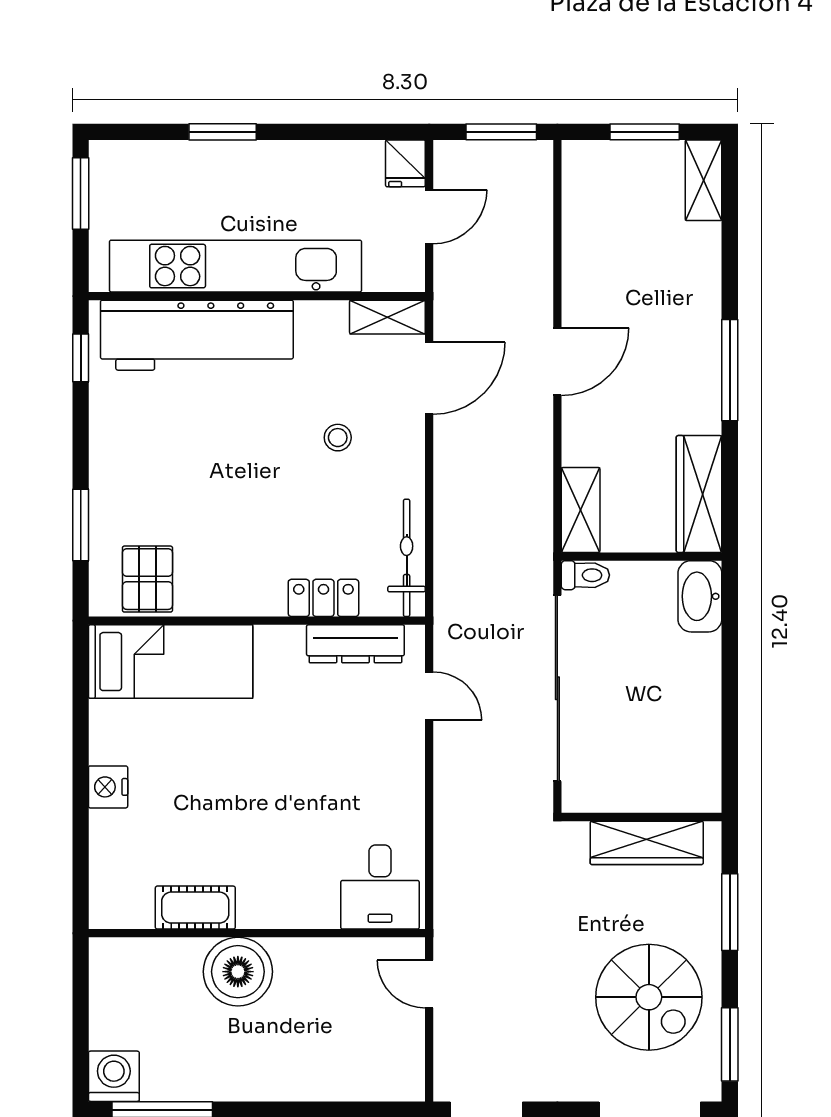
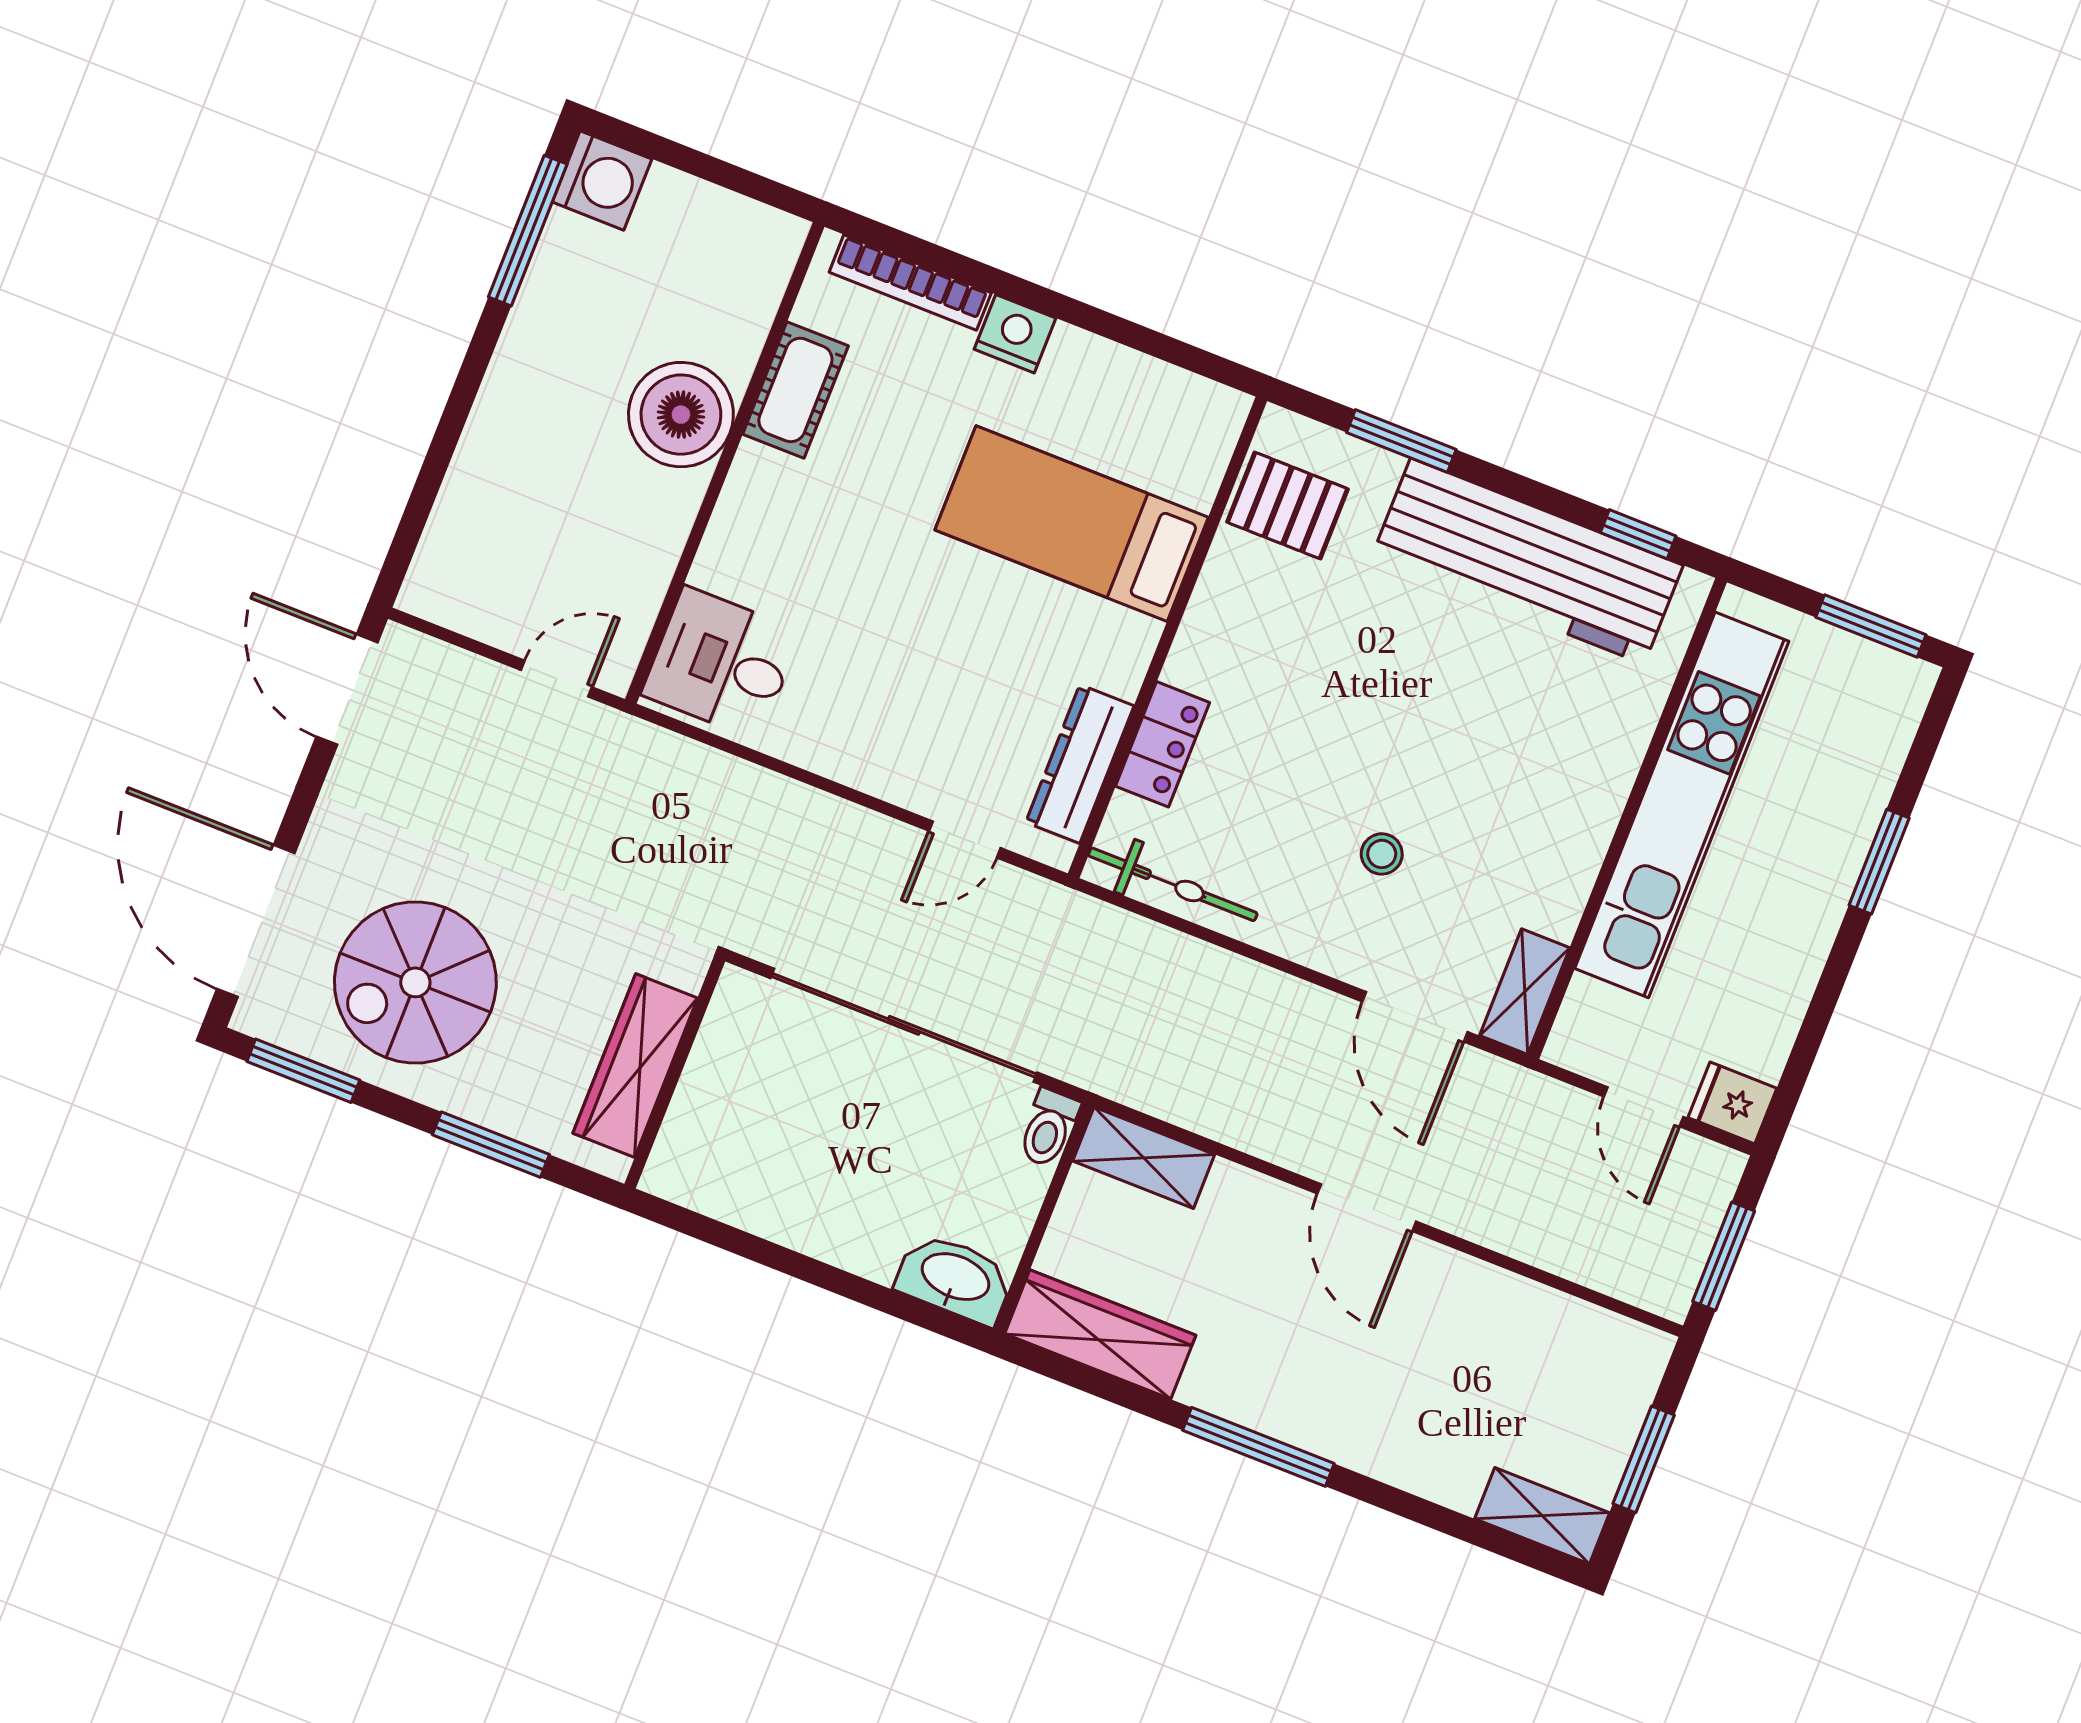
workbench: (197, 335) -> (1527, 561), moved, turned -90
bed: (171, 662) -> (1072, 524), moved, turned 90
bookcase: (102, 863) -> (910, 282), added

